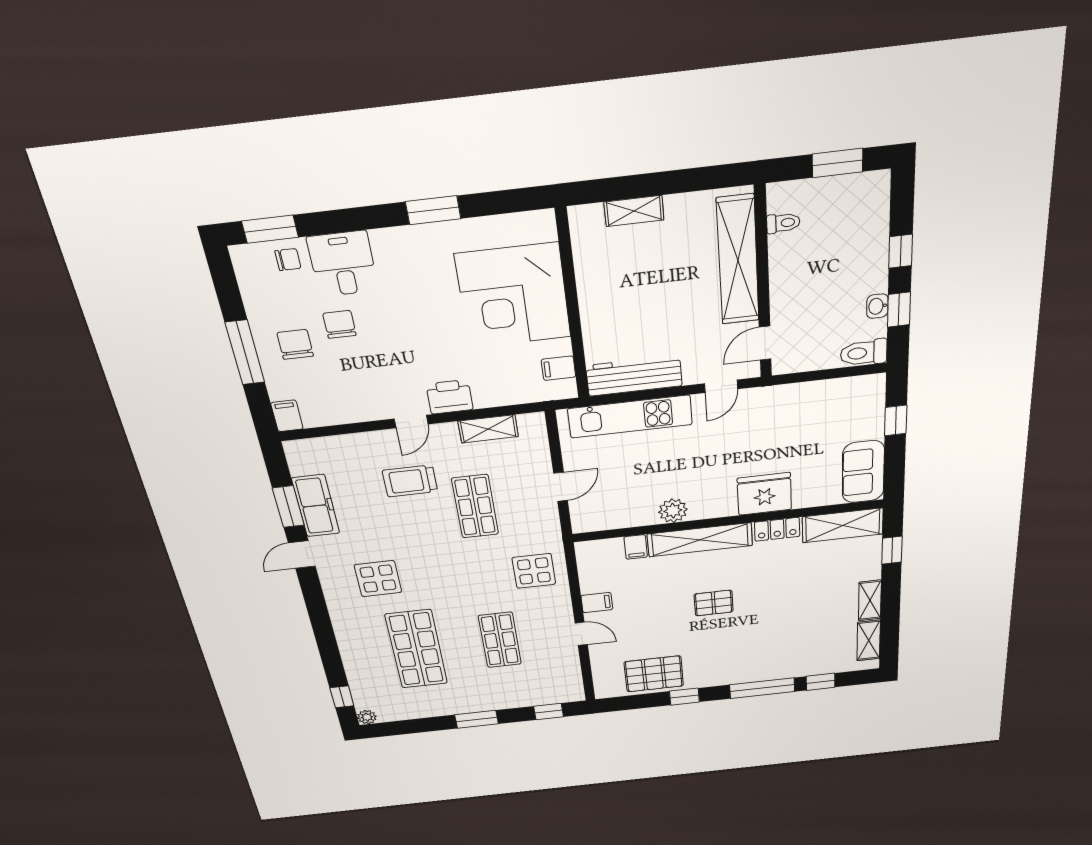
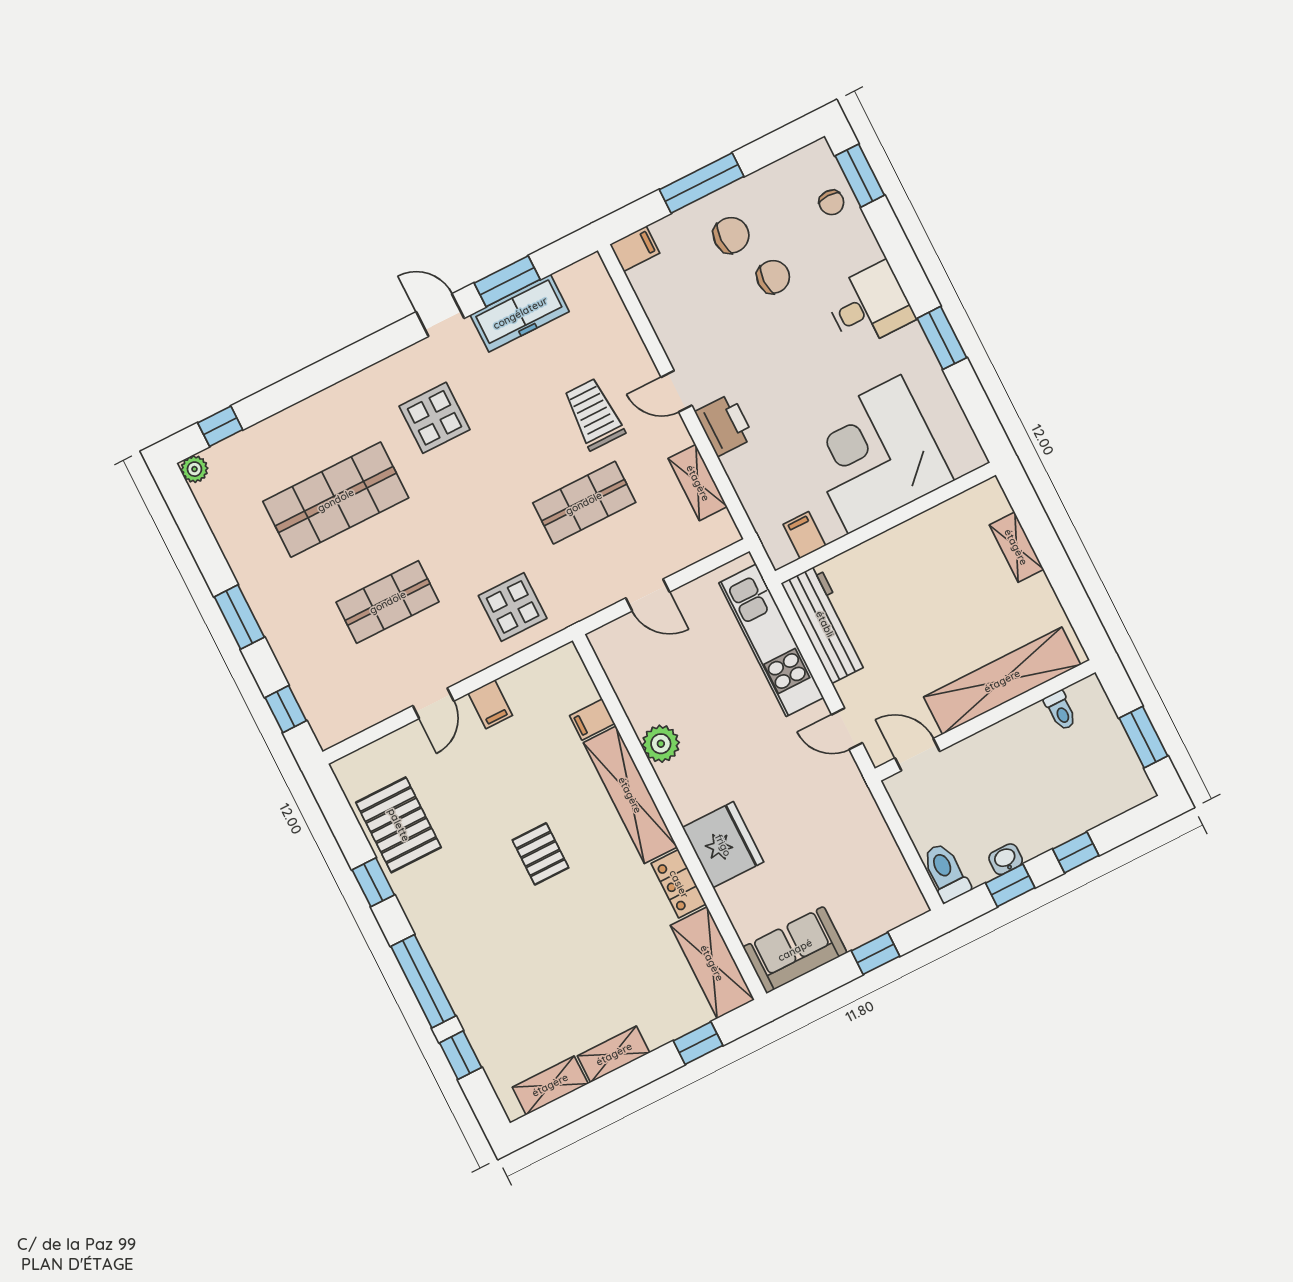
desk: (343, 264) -> (869, 305), moved

